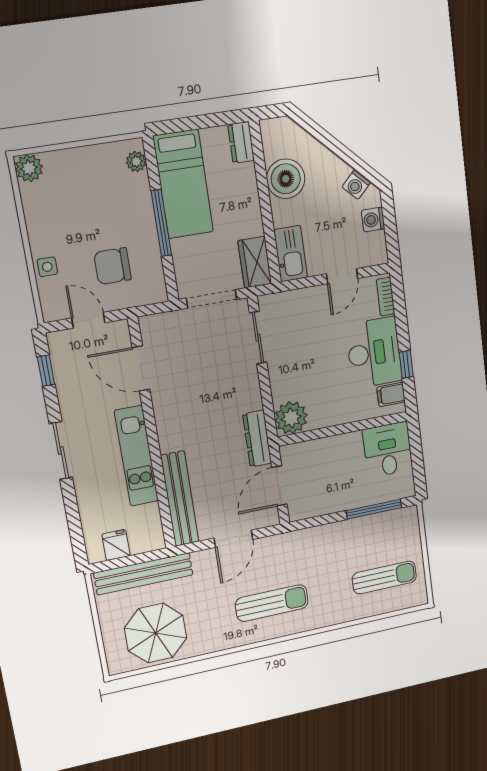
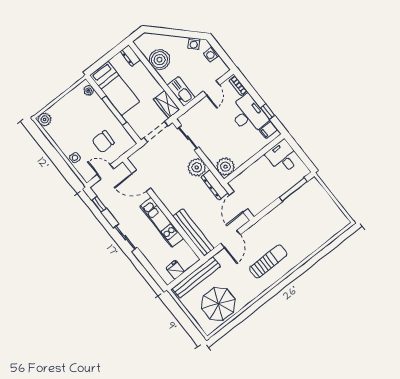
plant: (245, 395) -> (197, 167), added
sun lounger: (384, 578) -> (319, 221), removed

